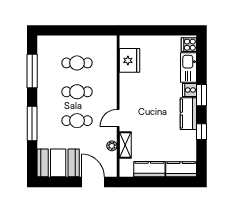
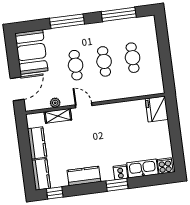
fridge: (129, 60) -> (157, 109), moved, turned 90
kitchen counter: (188, 114) -> (84, 176), moved
window: (201, 132) -> (55, 193), moved

